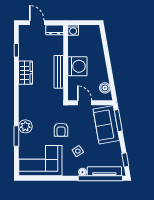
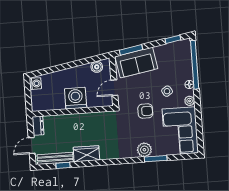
washing machine: (73, 30) -> (35, 84), moved
bench: (59, 72) -> (55, 158), moved
plant: (67, 171) -> (190, 101), added
tv unit: (104, 171) -> (187, 61), removed

